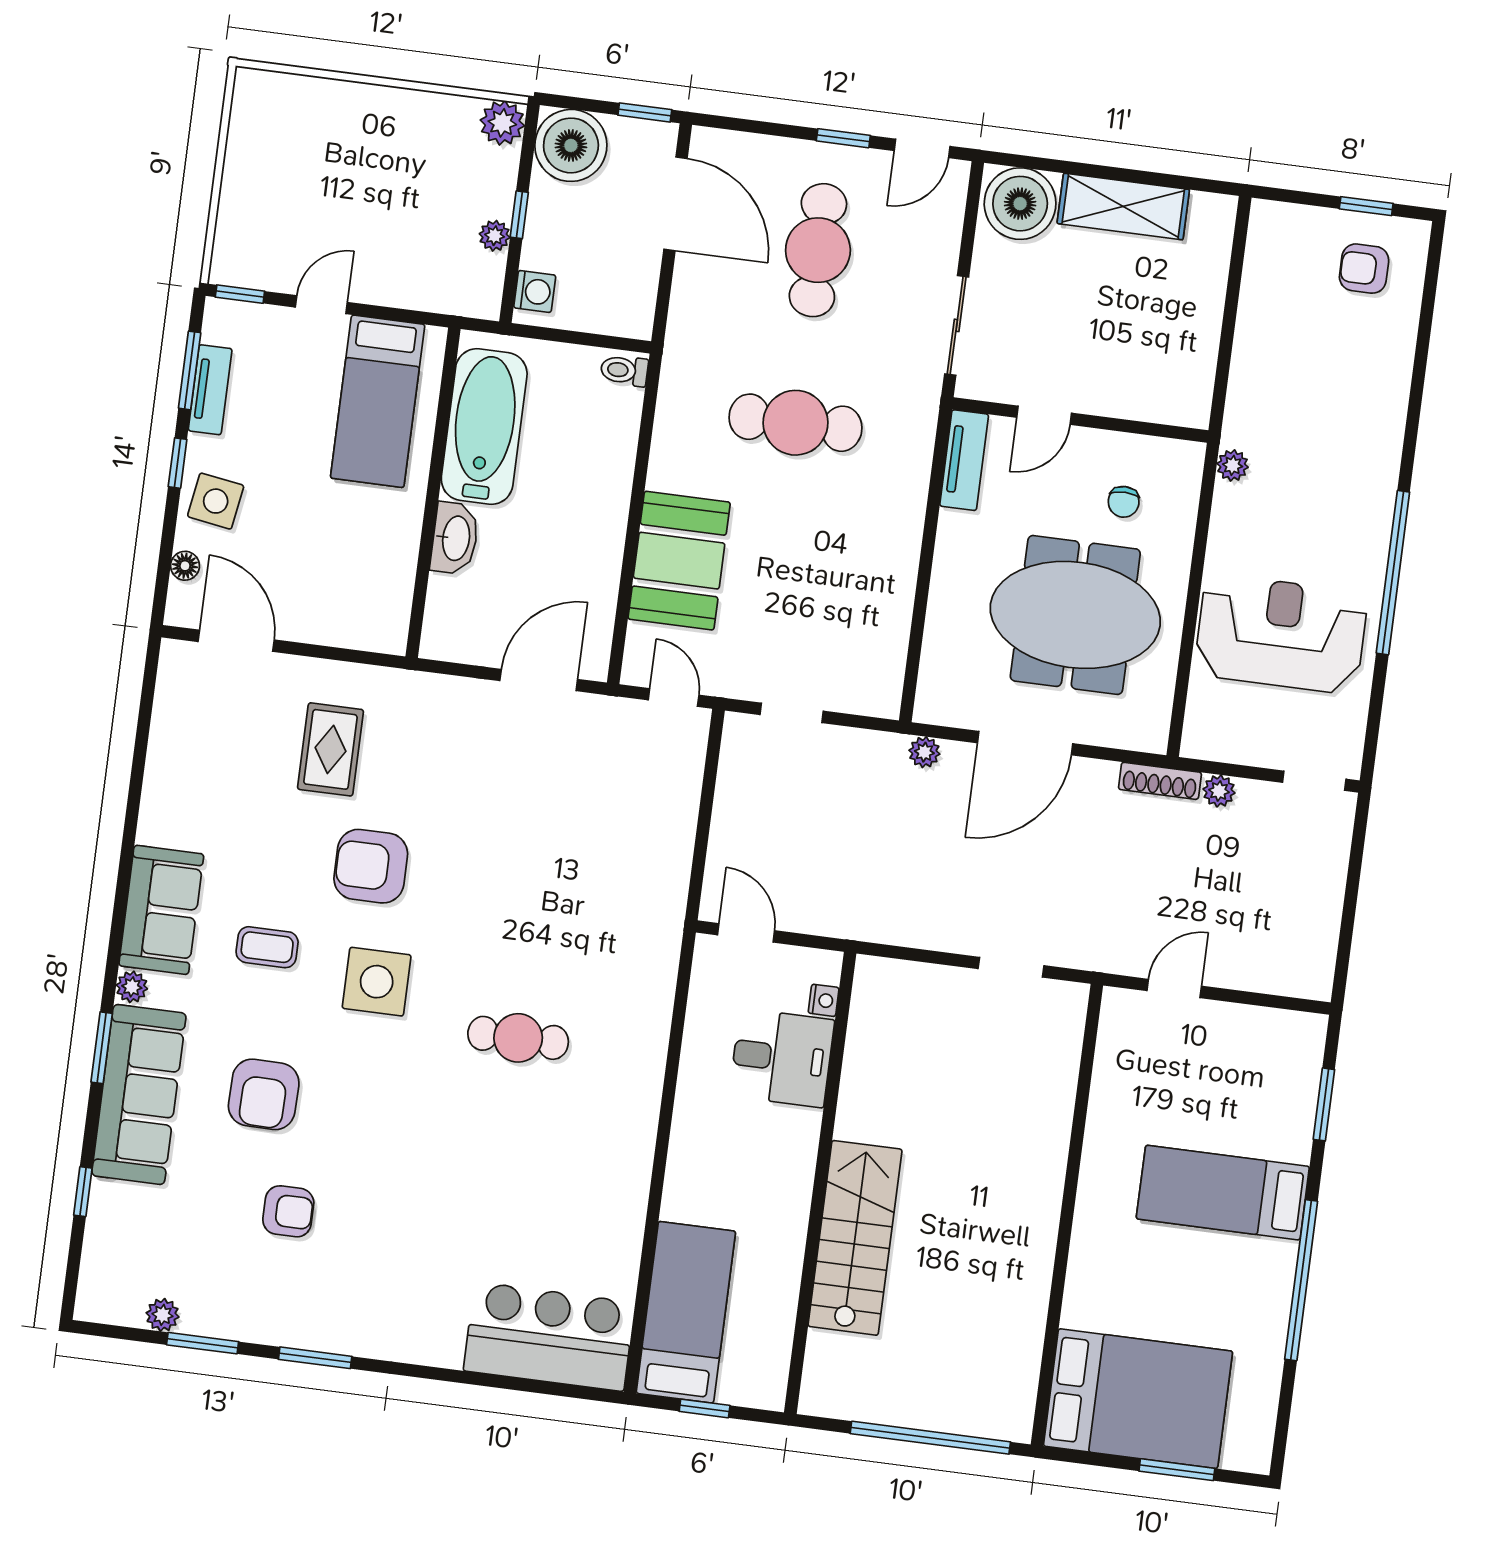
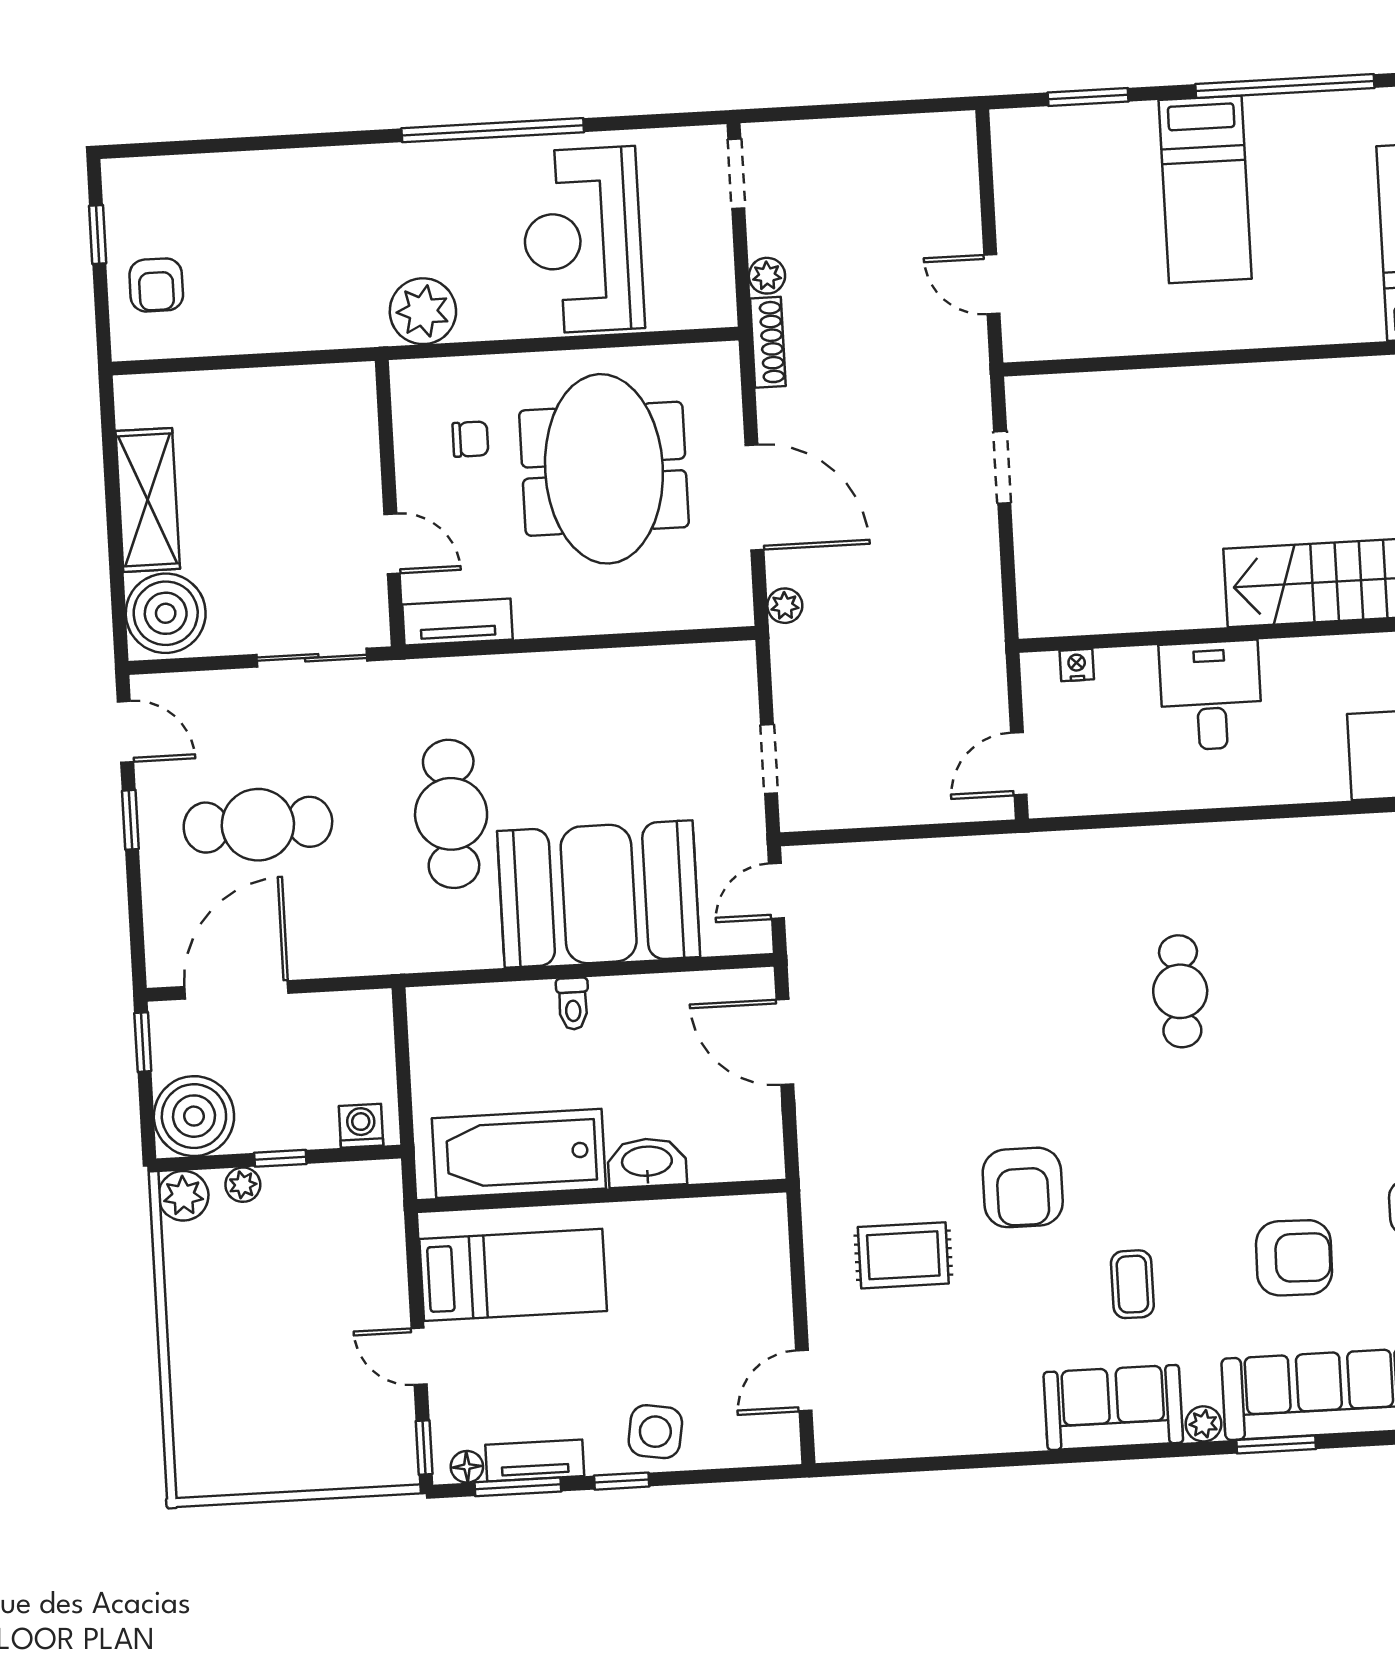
plant: (495, 236) -> (243, 1185), moved
armchair: (1364, 269) -> (156, 285), moved
toilet: (624, 370) -> (573, 1004), moved
plant: (1233, 465) -> (423, 311), width x1.88, depth x1.88
booth: (679, 561) -> (599, 894), width x1.36, depth x1.42
floor lamp: (185, 566) -> (467, 1467), moved
door: (236, 641) -> (804, 1381), width x0.73
side table: (377, 982) -> (1148, 1157), removed
desk: (782, 1058) -> (1211, 695), moved

